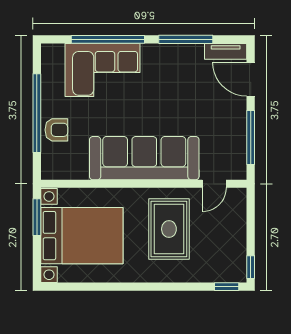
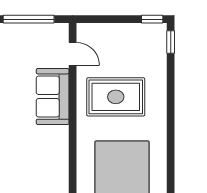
sofa: (144, 158) -> (53, 97), width x0.54, depth x0.79

